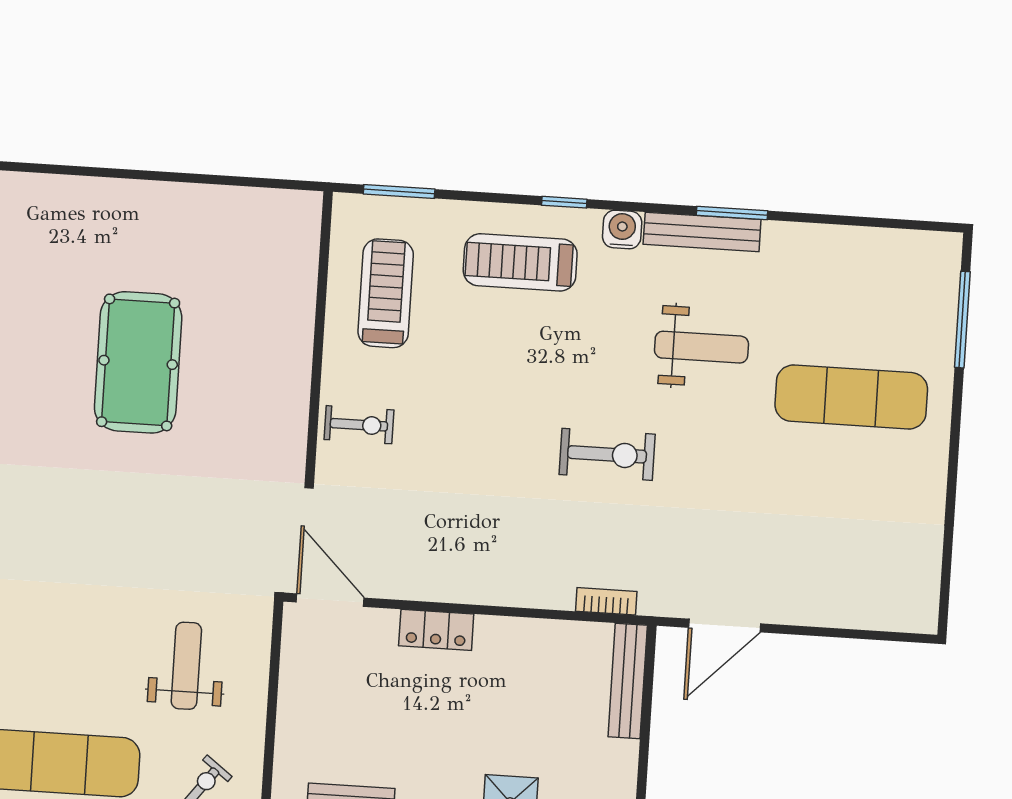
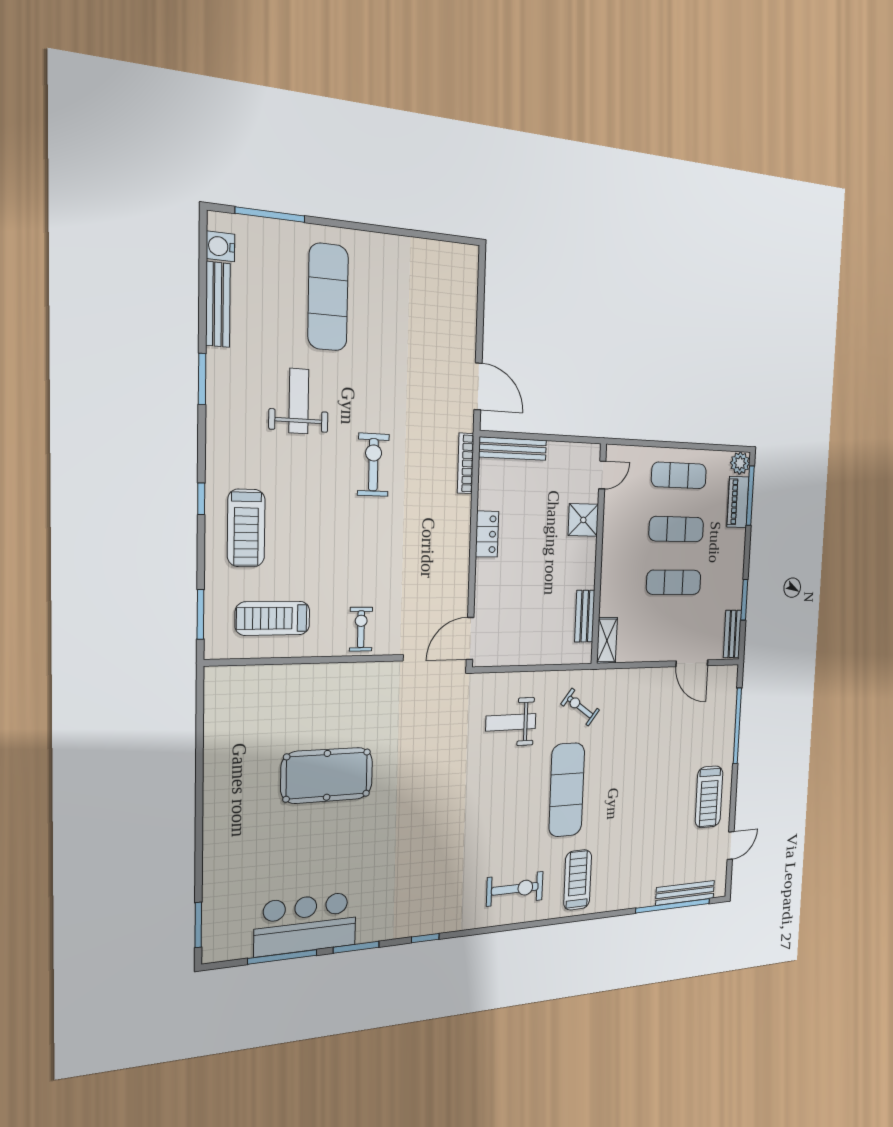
water cooler: (622, 230) -> (220, 246), moved
bench: (702, 232) -> (218, 304), moved
bookcase: (606, 601) -> (466, 463), width x1.56
locker: (436, 630) -> (487, 534), moved

